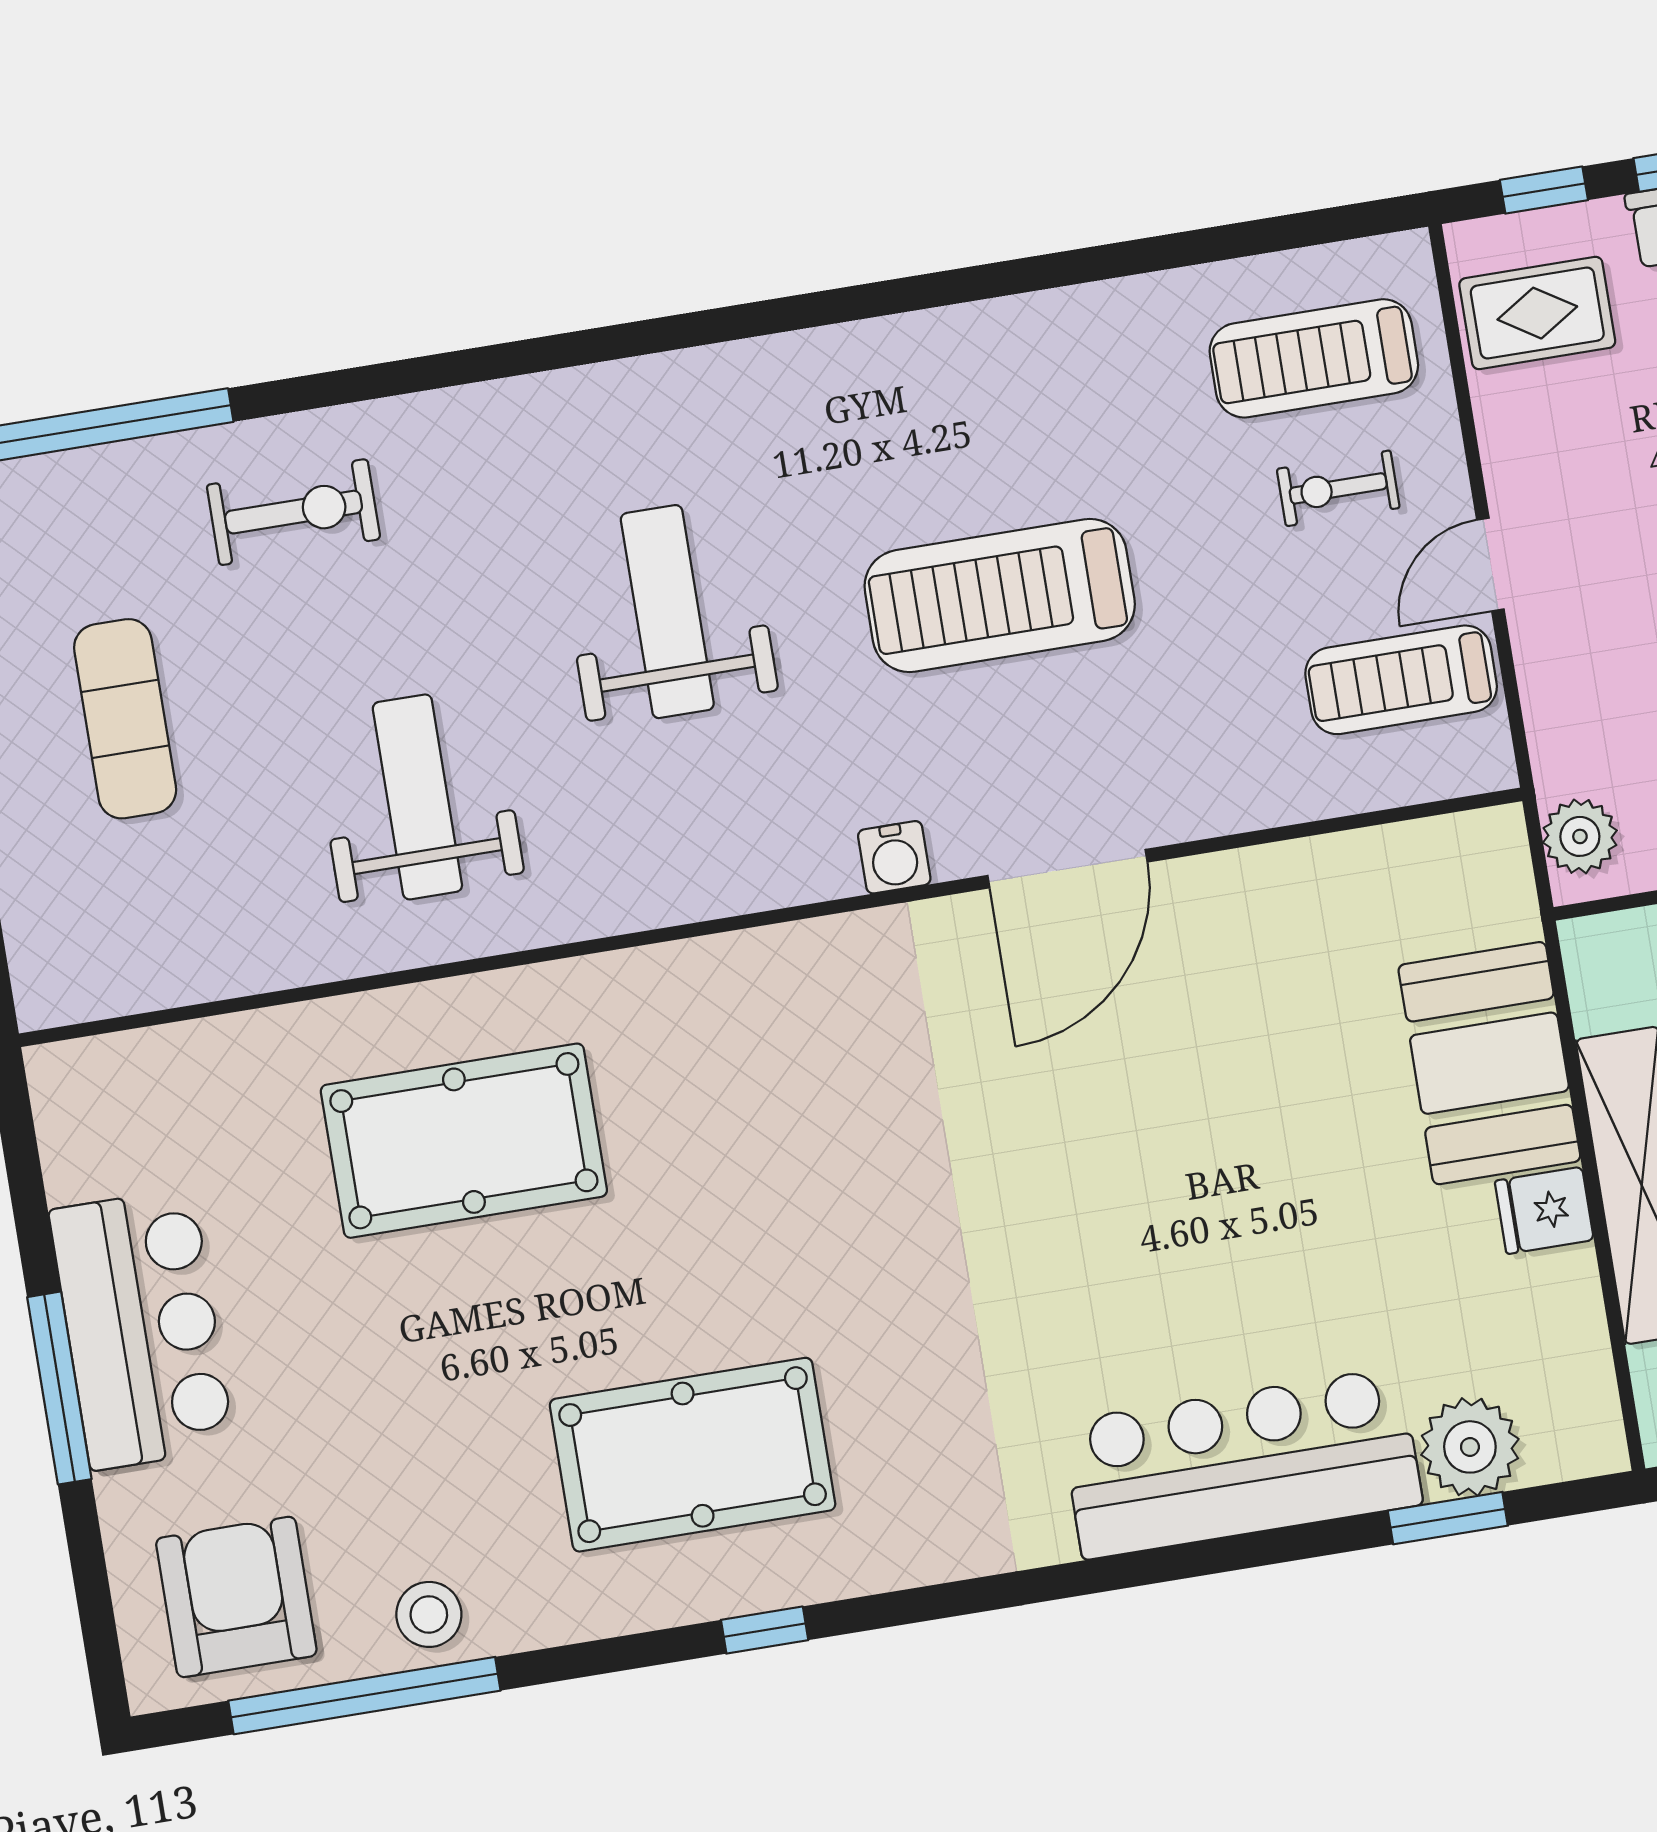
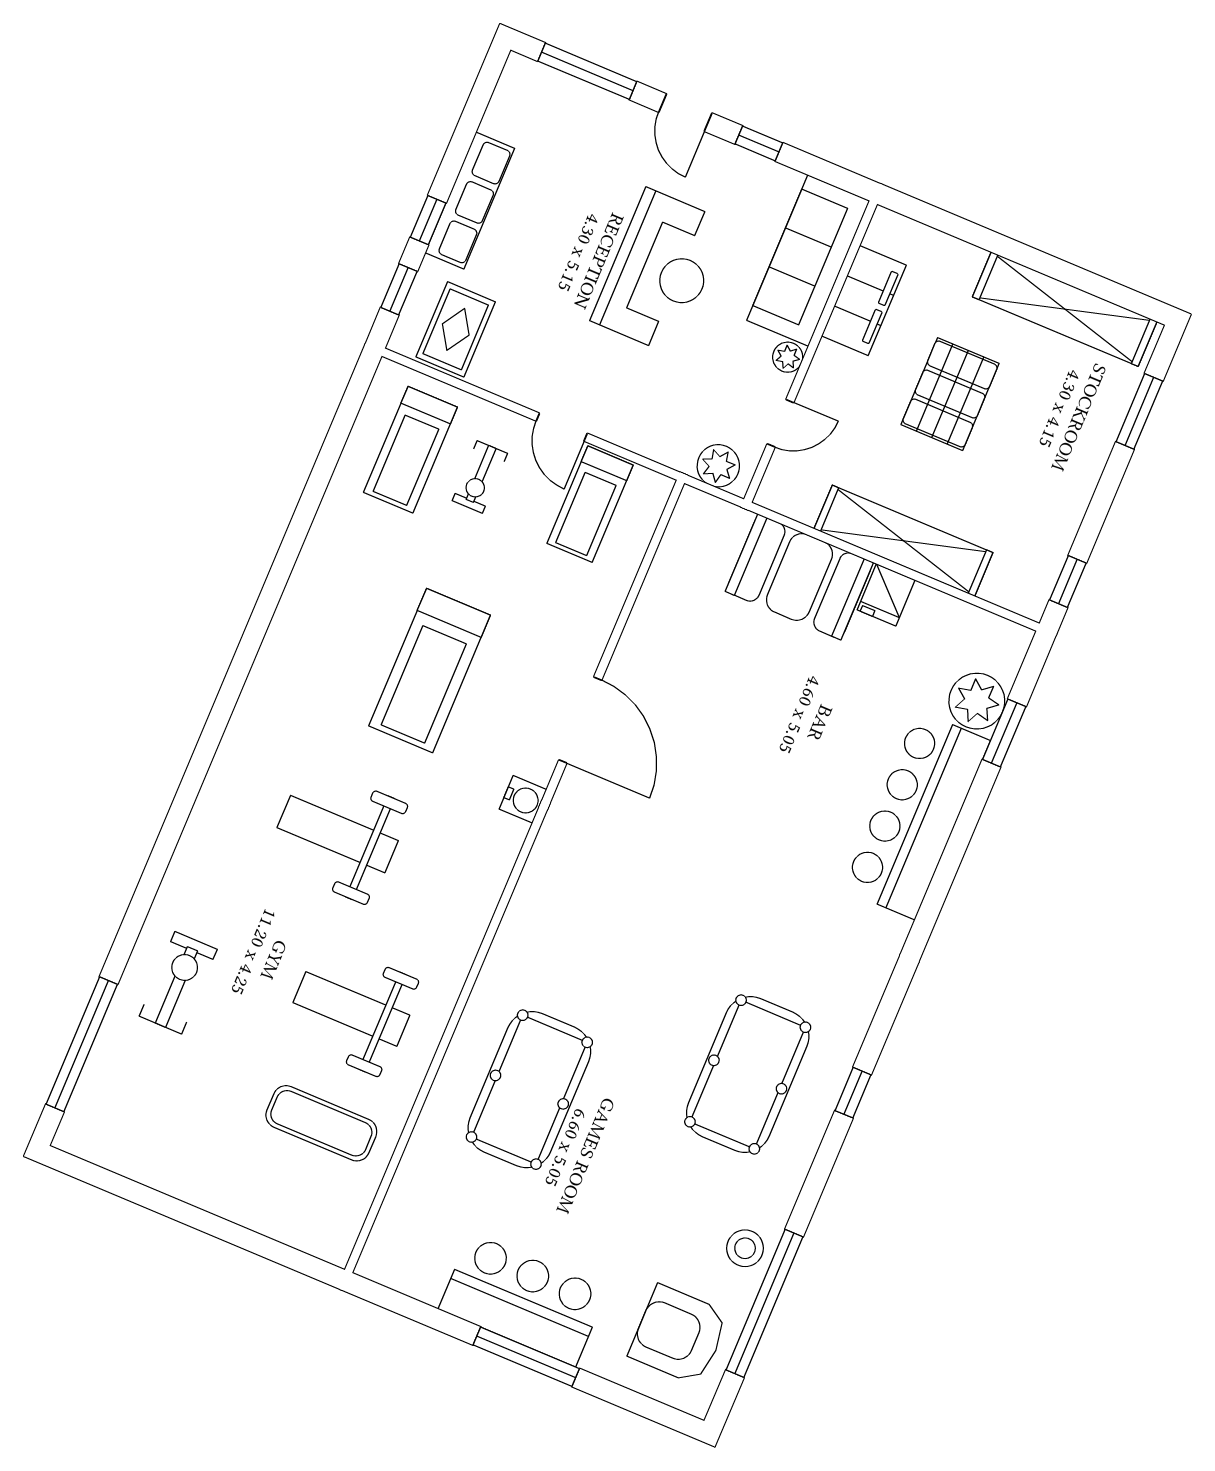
exercise mat: (125, 719) -> (321, 1123), moved

